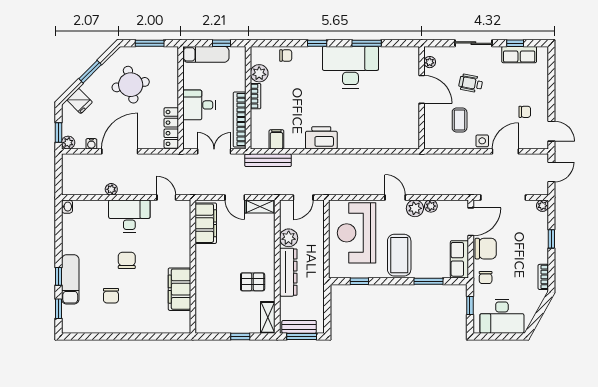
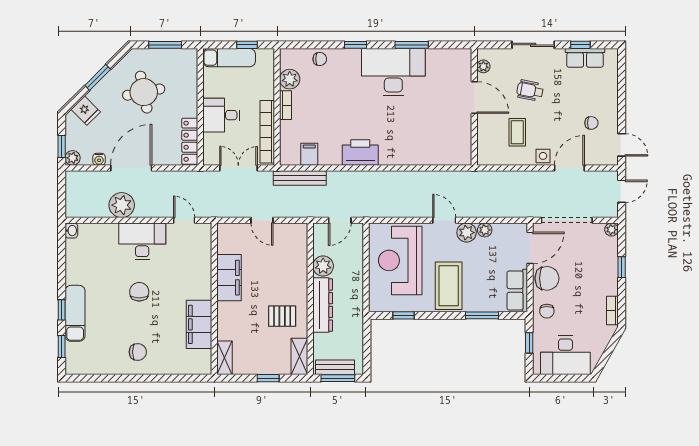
plant: (111, 189) -> (122, 205), width x1.88, depth x1.88
shelving: (260, 207) -> (225, 358), moved, turned 90
filing cabinet: (206, 223) -> (229, 278), moved
chair: (111, 296) -> (138, 352), moved, turned -90

